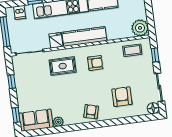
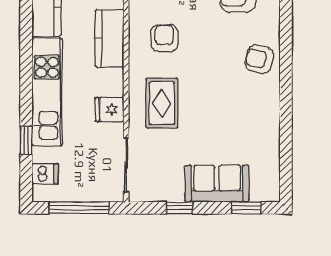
kitchen counter: (84, 37) -> (109, 38), width x0.67
sofa: (36, 120) -> (217, 184), moved, turned 90
plant: (58, 122) -> (270, 126), removed

